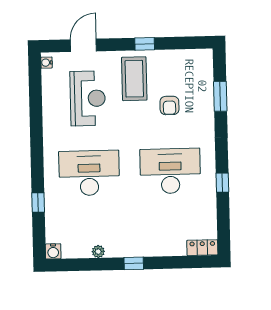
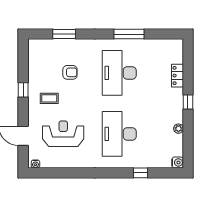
coffee table: (134, 79) -> (49, 98), width x0.54, depth x0.58
window: (222, 183) -> (129, 34), width x2.17
locker: (202, 248) -> (177, 76), moved

